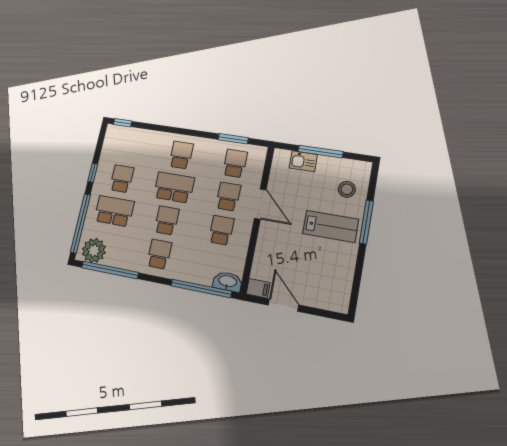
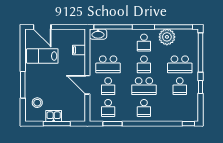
kitchen sink: (303, 161) -> (54, 116), moved
lab bench: (330, 226) -> (42, 56), moved
school desk: (221, 230) -> (108, 64), width x1.85
plant: (94, 251) -> (167, 37), moved
filing cabinet: (258, 288) -> (79, 50), moved
door: (283, 305) -> (42, 27), moved

